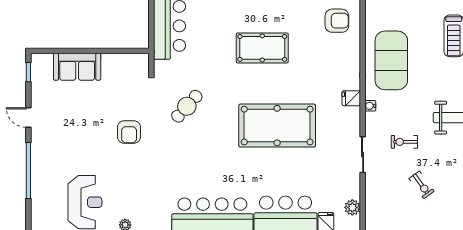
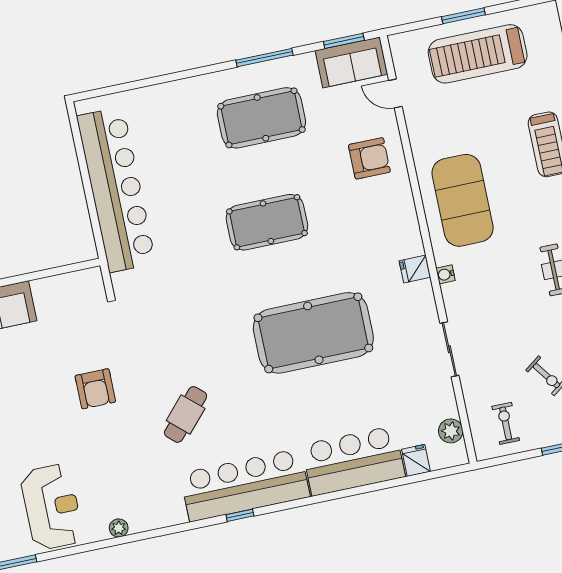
cafe table: (187, 106) -> (186, 414), moved
exercise bike: (404, 142) -> (506, 423), moved, turned 90

